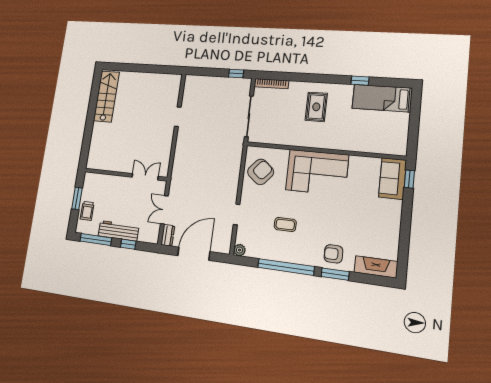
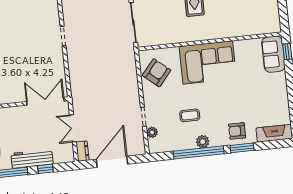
double door: (145, 177) -> (45, 101), width x1.37
plant: (240, 250) -> (152, 132), moved
plant: (293, 256) -> (203, 142), added

